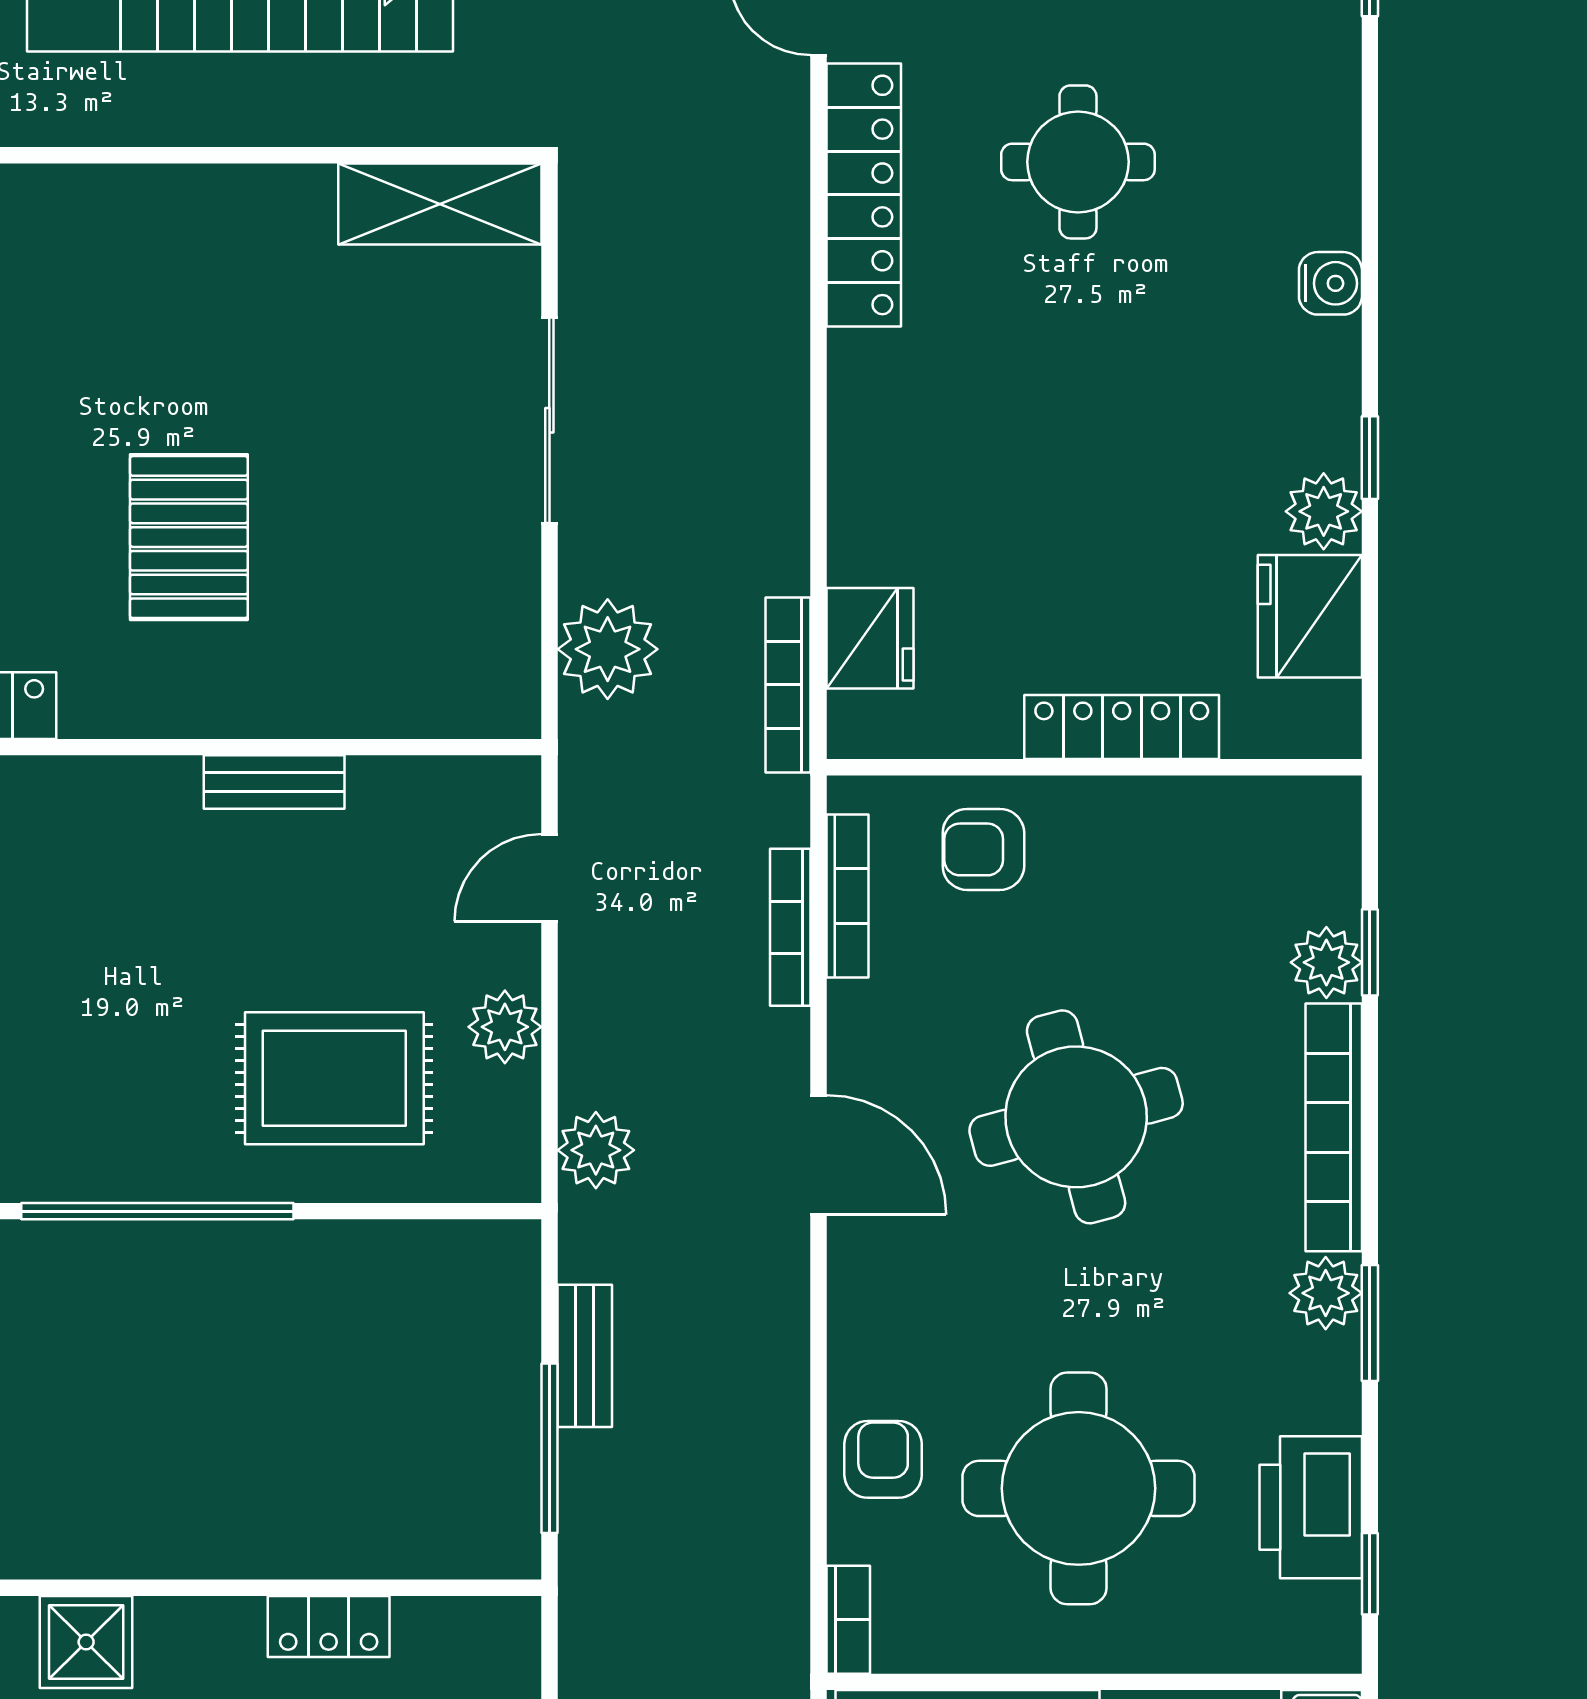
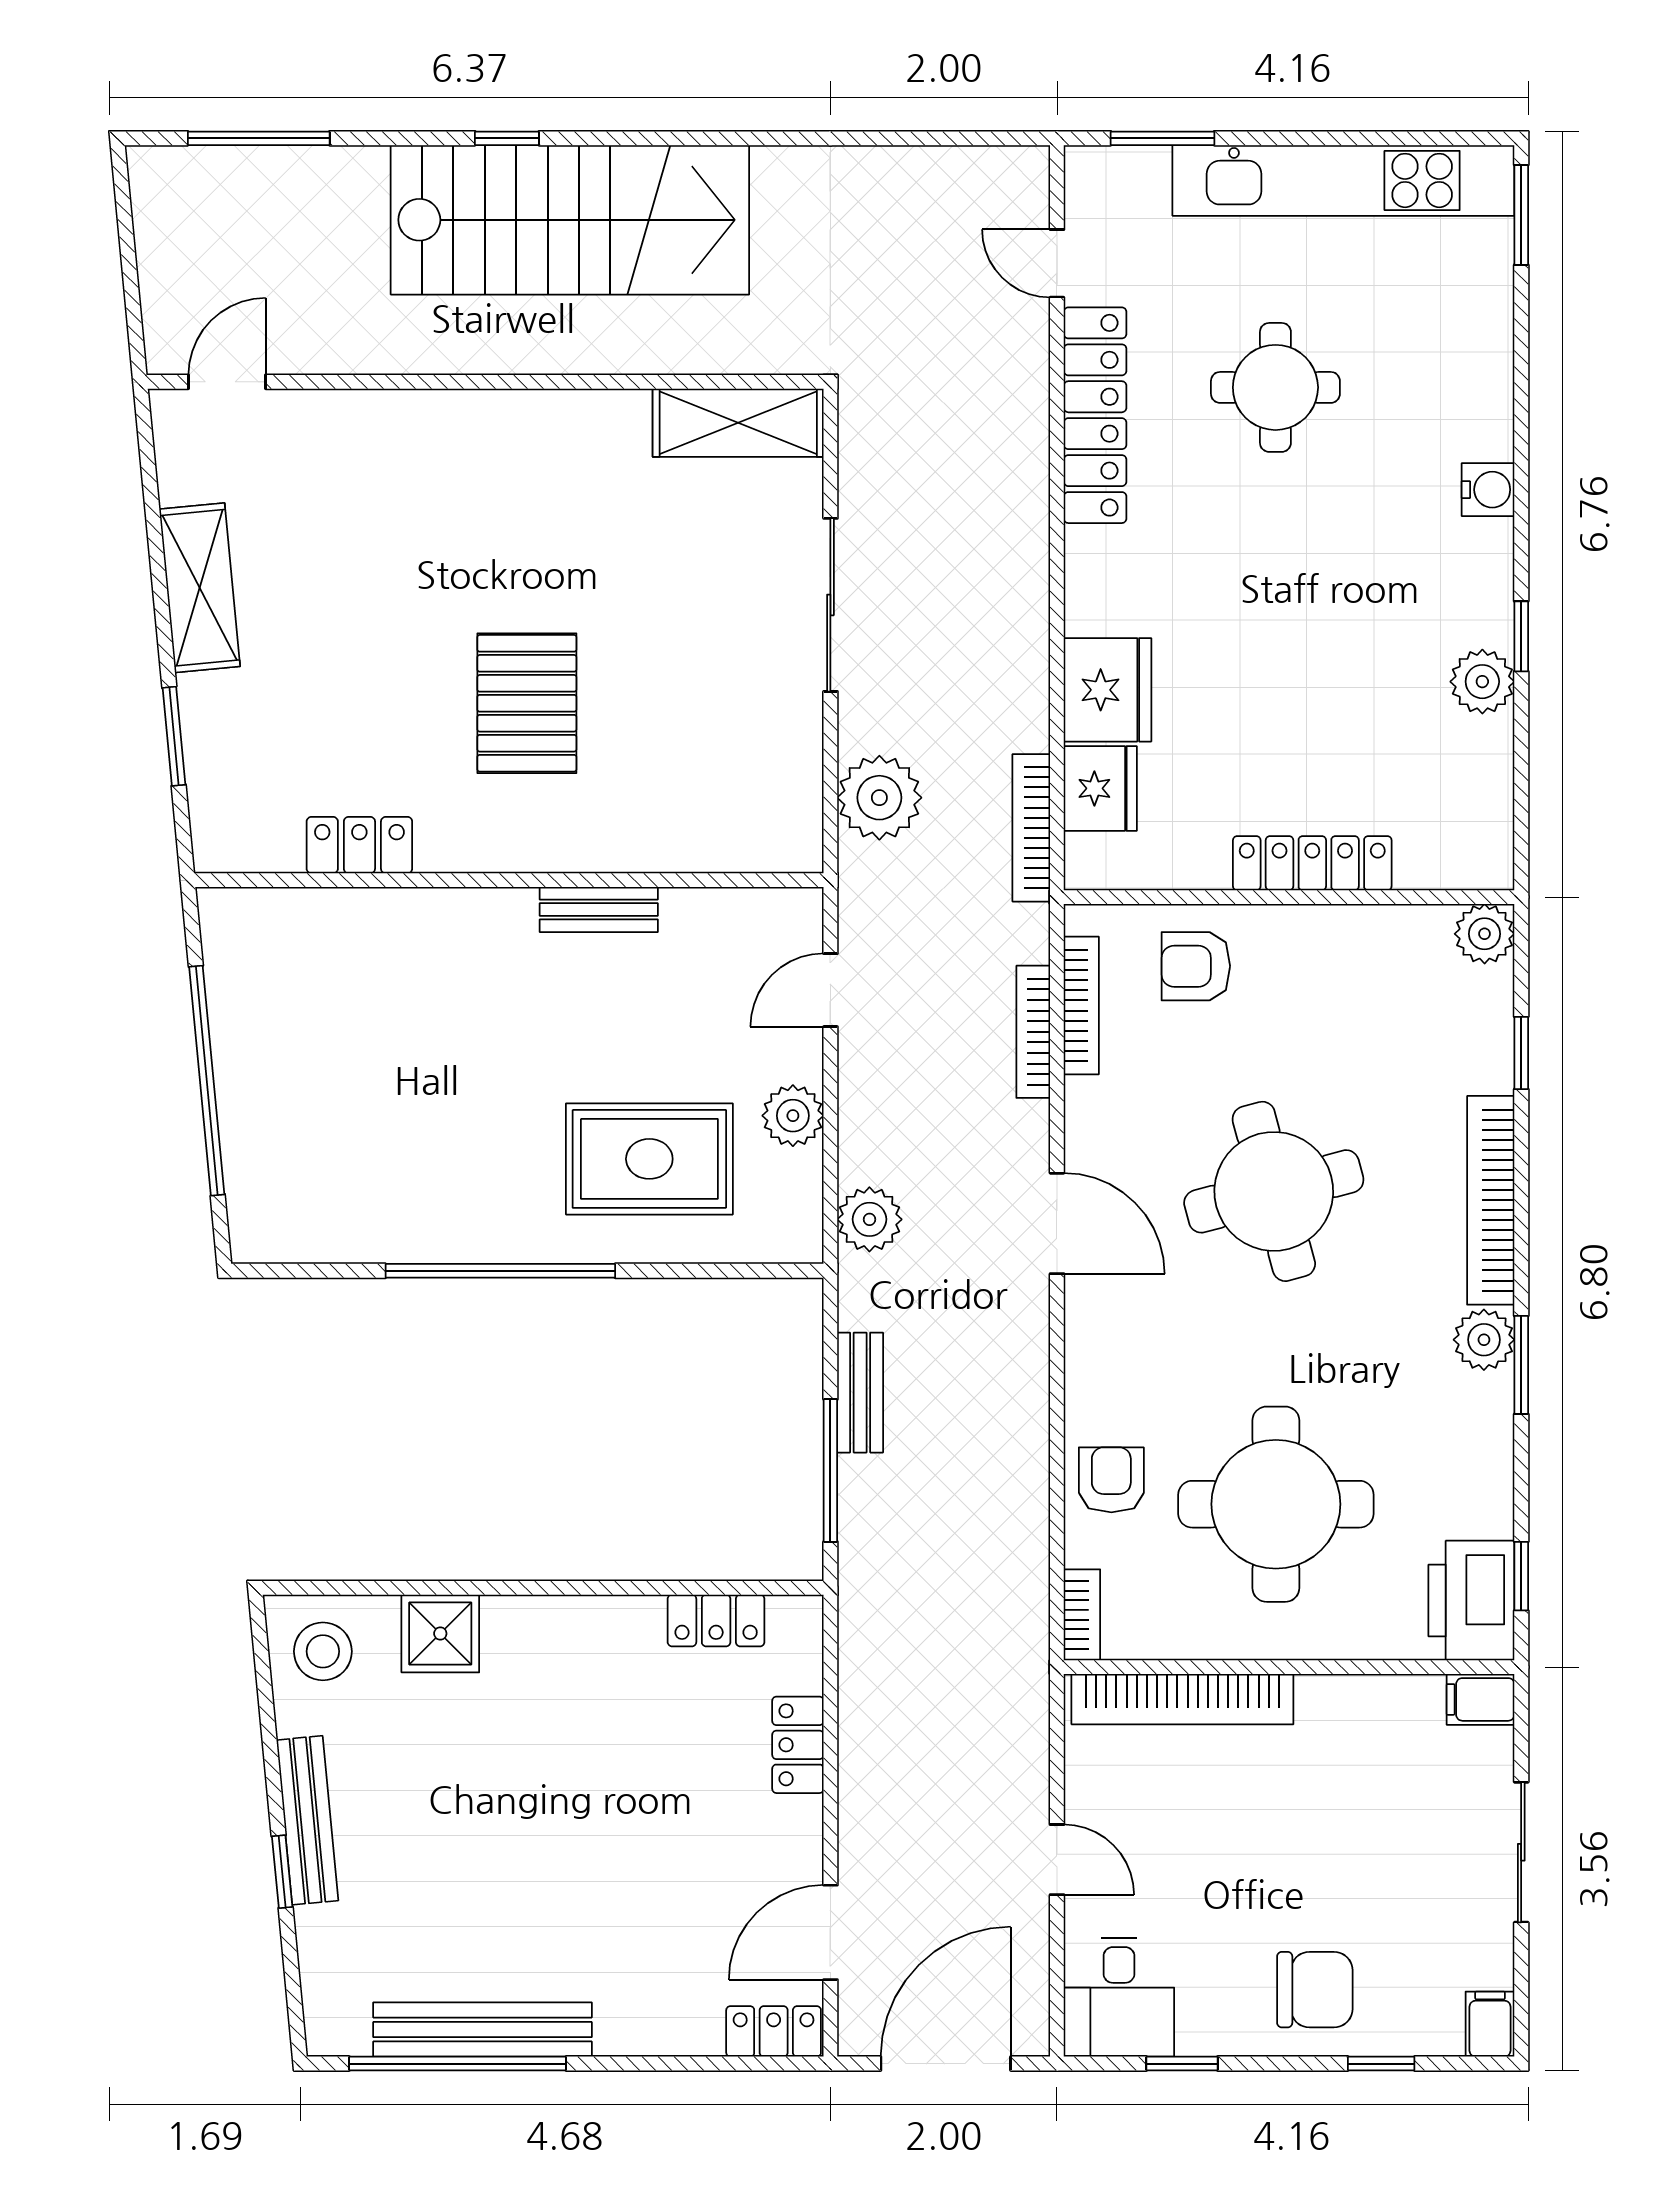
fridge: (1310, 616) -> (1108, 690), moved, turned 180
plant: (1326, 962) -> (1485, 934), moved
printer: (1311, 1507) -> (1471, 1600), moved
locker: (329, 1627) -> (716, 1620), moved

